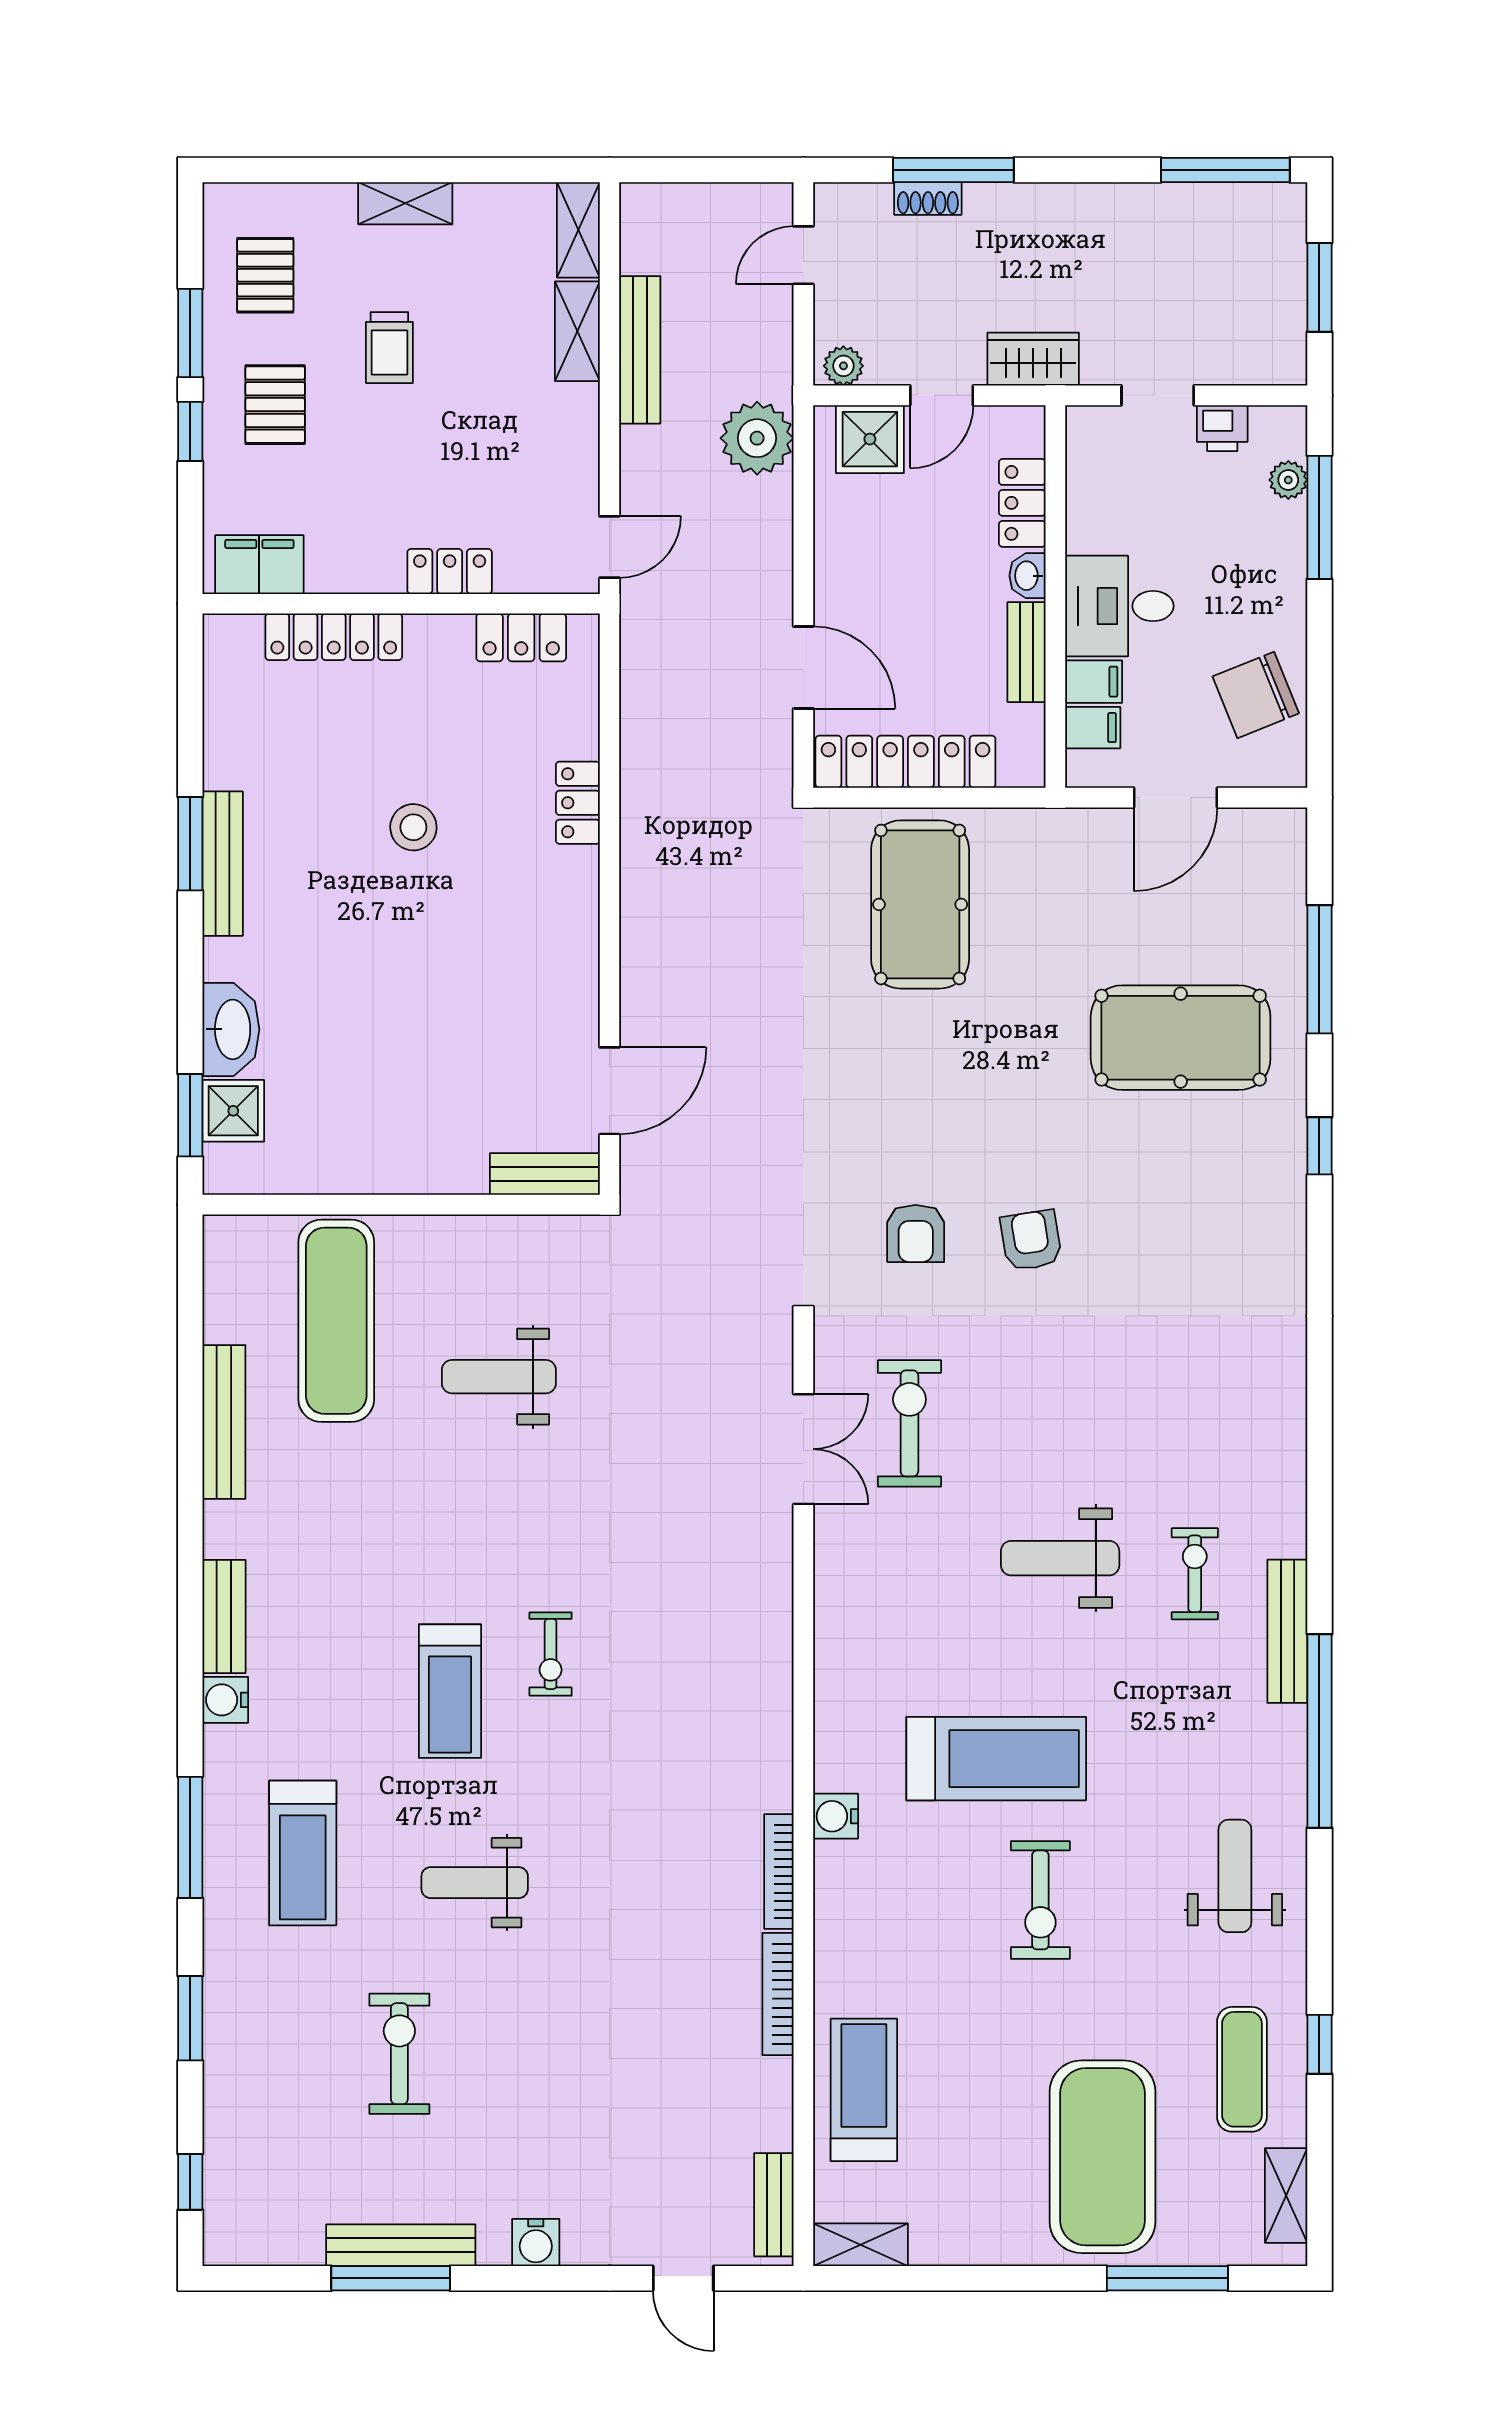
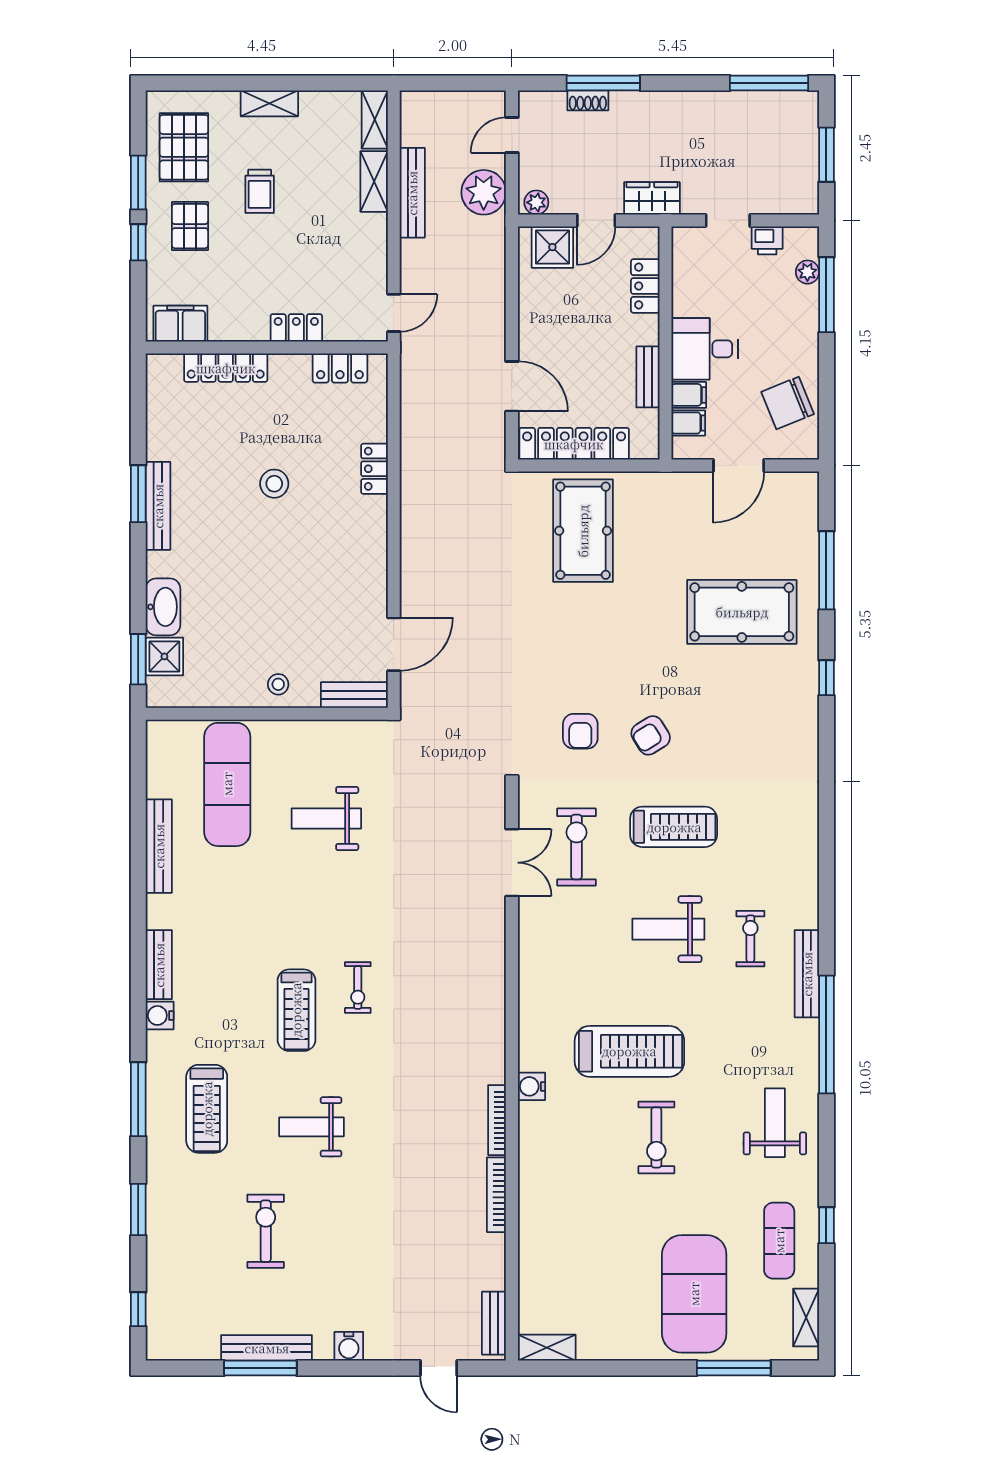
pallet: (265, 275) -> (184, 147), width x1.50, depth x1.42
plant: (757, 438) -> (484, 192), moved
washbasin: (1027, 576) -> (648, 330), removed
stool: (420, 1156) -> (278, 684), added
armchair: (1031, 1240) -> (651, 735), turned -113
treadmill: (864, 2090) -> (674, 827), moved, turned 90

